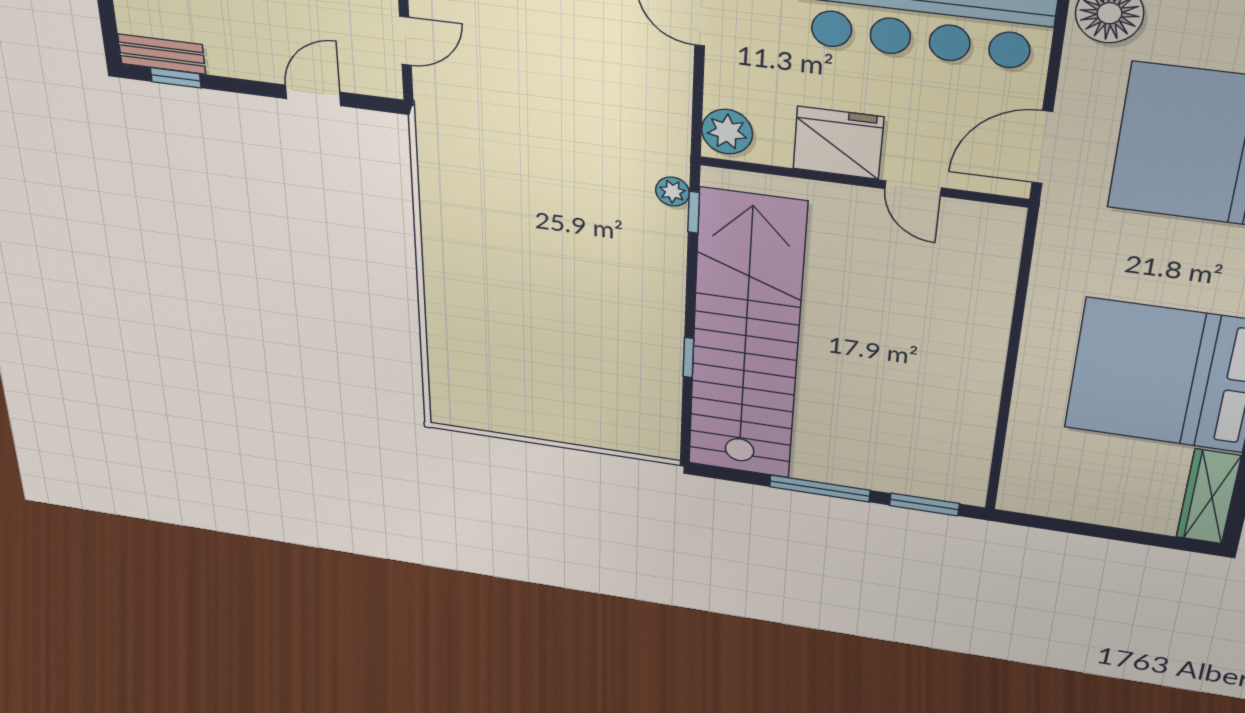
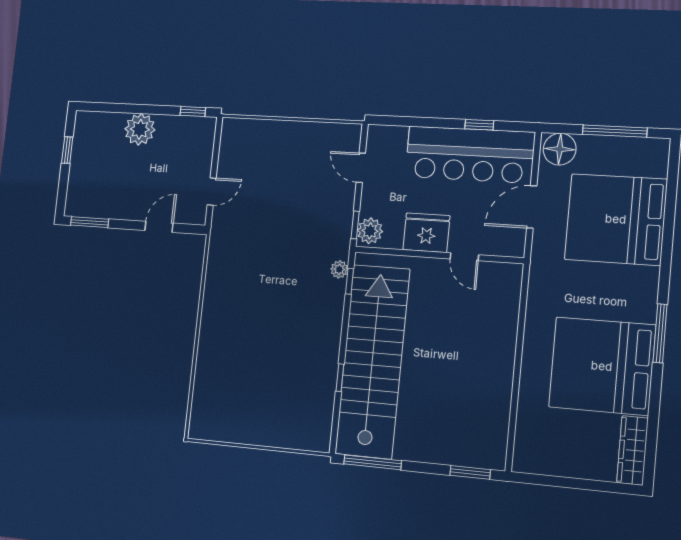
bench: (162, 54) -> (85, 209), removed
window: (176, 78) -> (90, 222), width x1.50
window: (697, 120) -> (355, 225), added
door: (1042, 147) -> (532, 207), moved
window: (820, 488) -> (373, 462), moved

